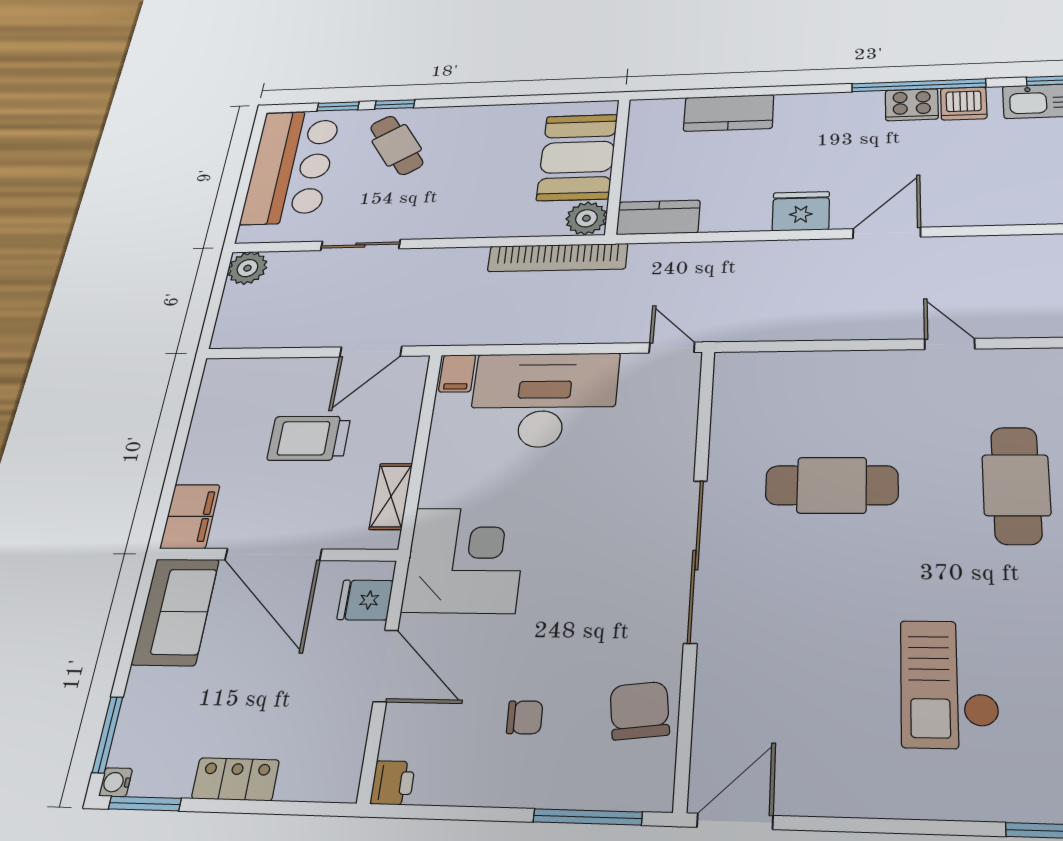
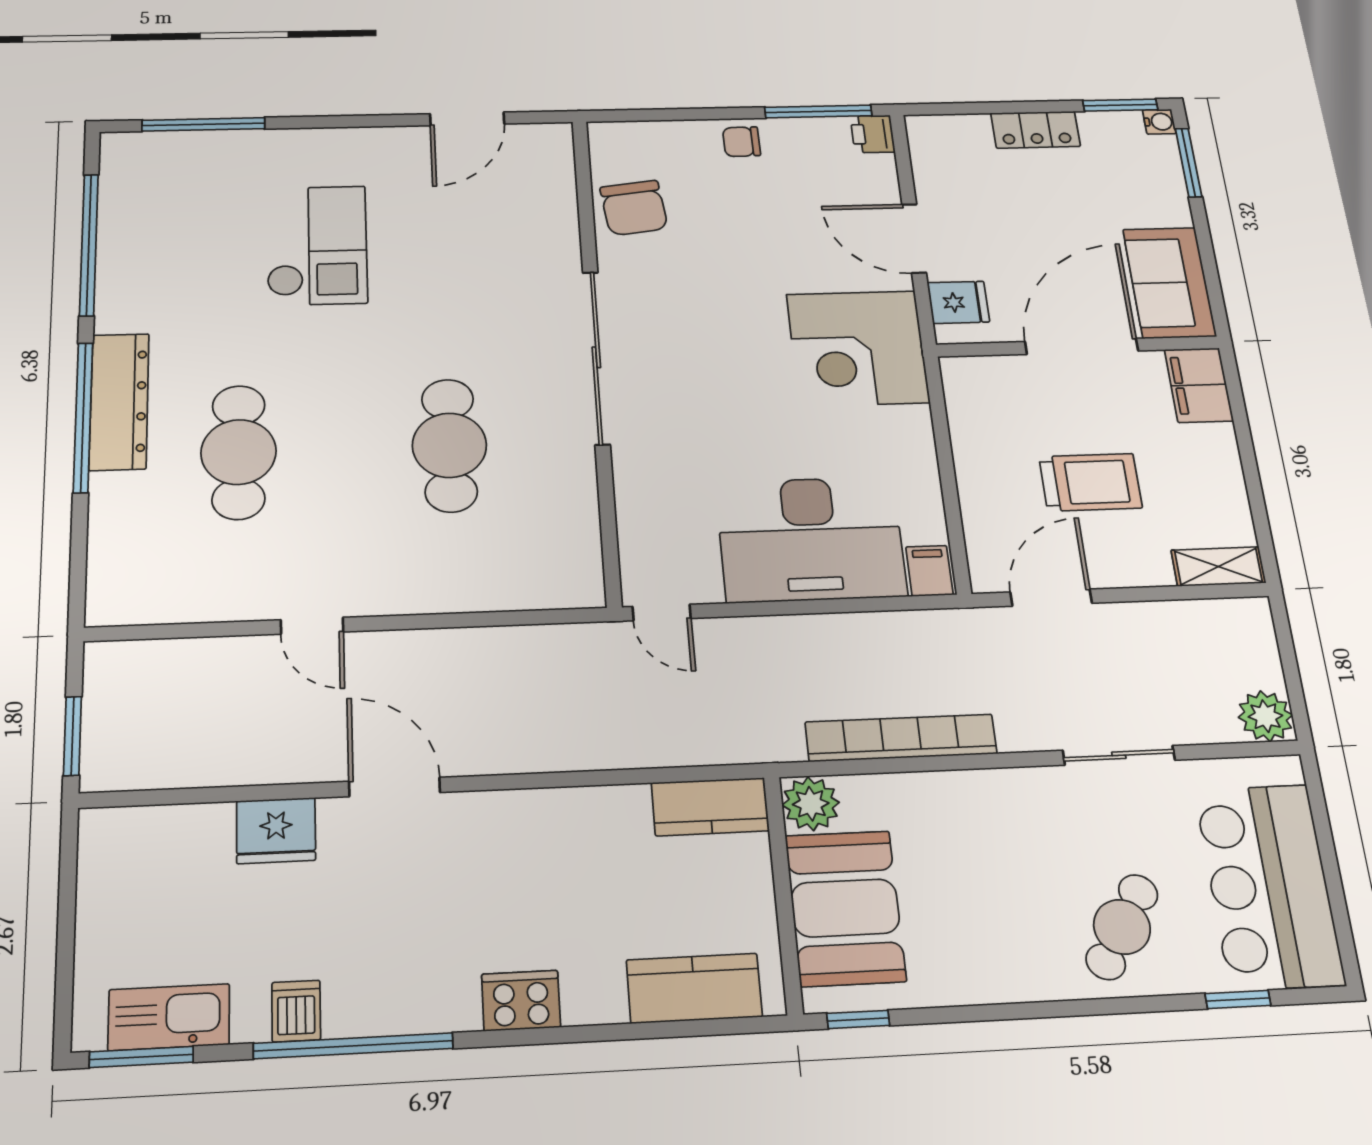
dishwasher: (964, 103) -> (296, 1011), width x0.73
window: (395, 104) -> (858, 1019), moved
cooker: (912, 105) -> (521, 1001), moved
kitchen counter: (729, 113) -> (694, 988), moved
cafe table: (397, 145) -> (1122, 927), turned 65
fridge: (801, 211) -> (276, 831), moved
door: (887, 233) -> (395, 787), swing flipped
bookcase: (557, 258) -> (901, 738), moved
cafe table: (832, 485) -> (449, 445), turned 90
shelving: (391, 496) -> (1219, 567), moved, turned 90
door: (273, 555) -> (1082, 346), hinge flipped
chair: (525, 717) -> (742, 142), moved
window: (588, 817) -> (818, 111), moved
door: (735, 821) -> (467, 119), moved

